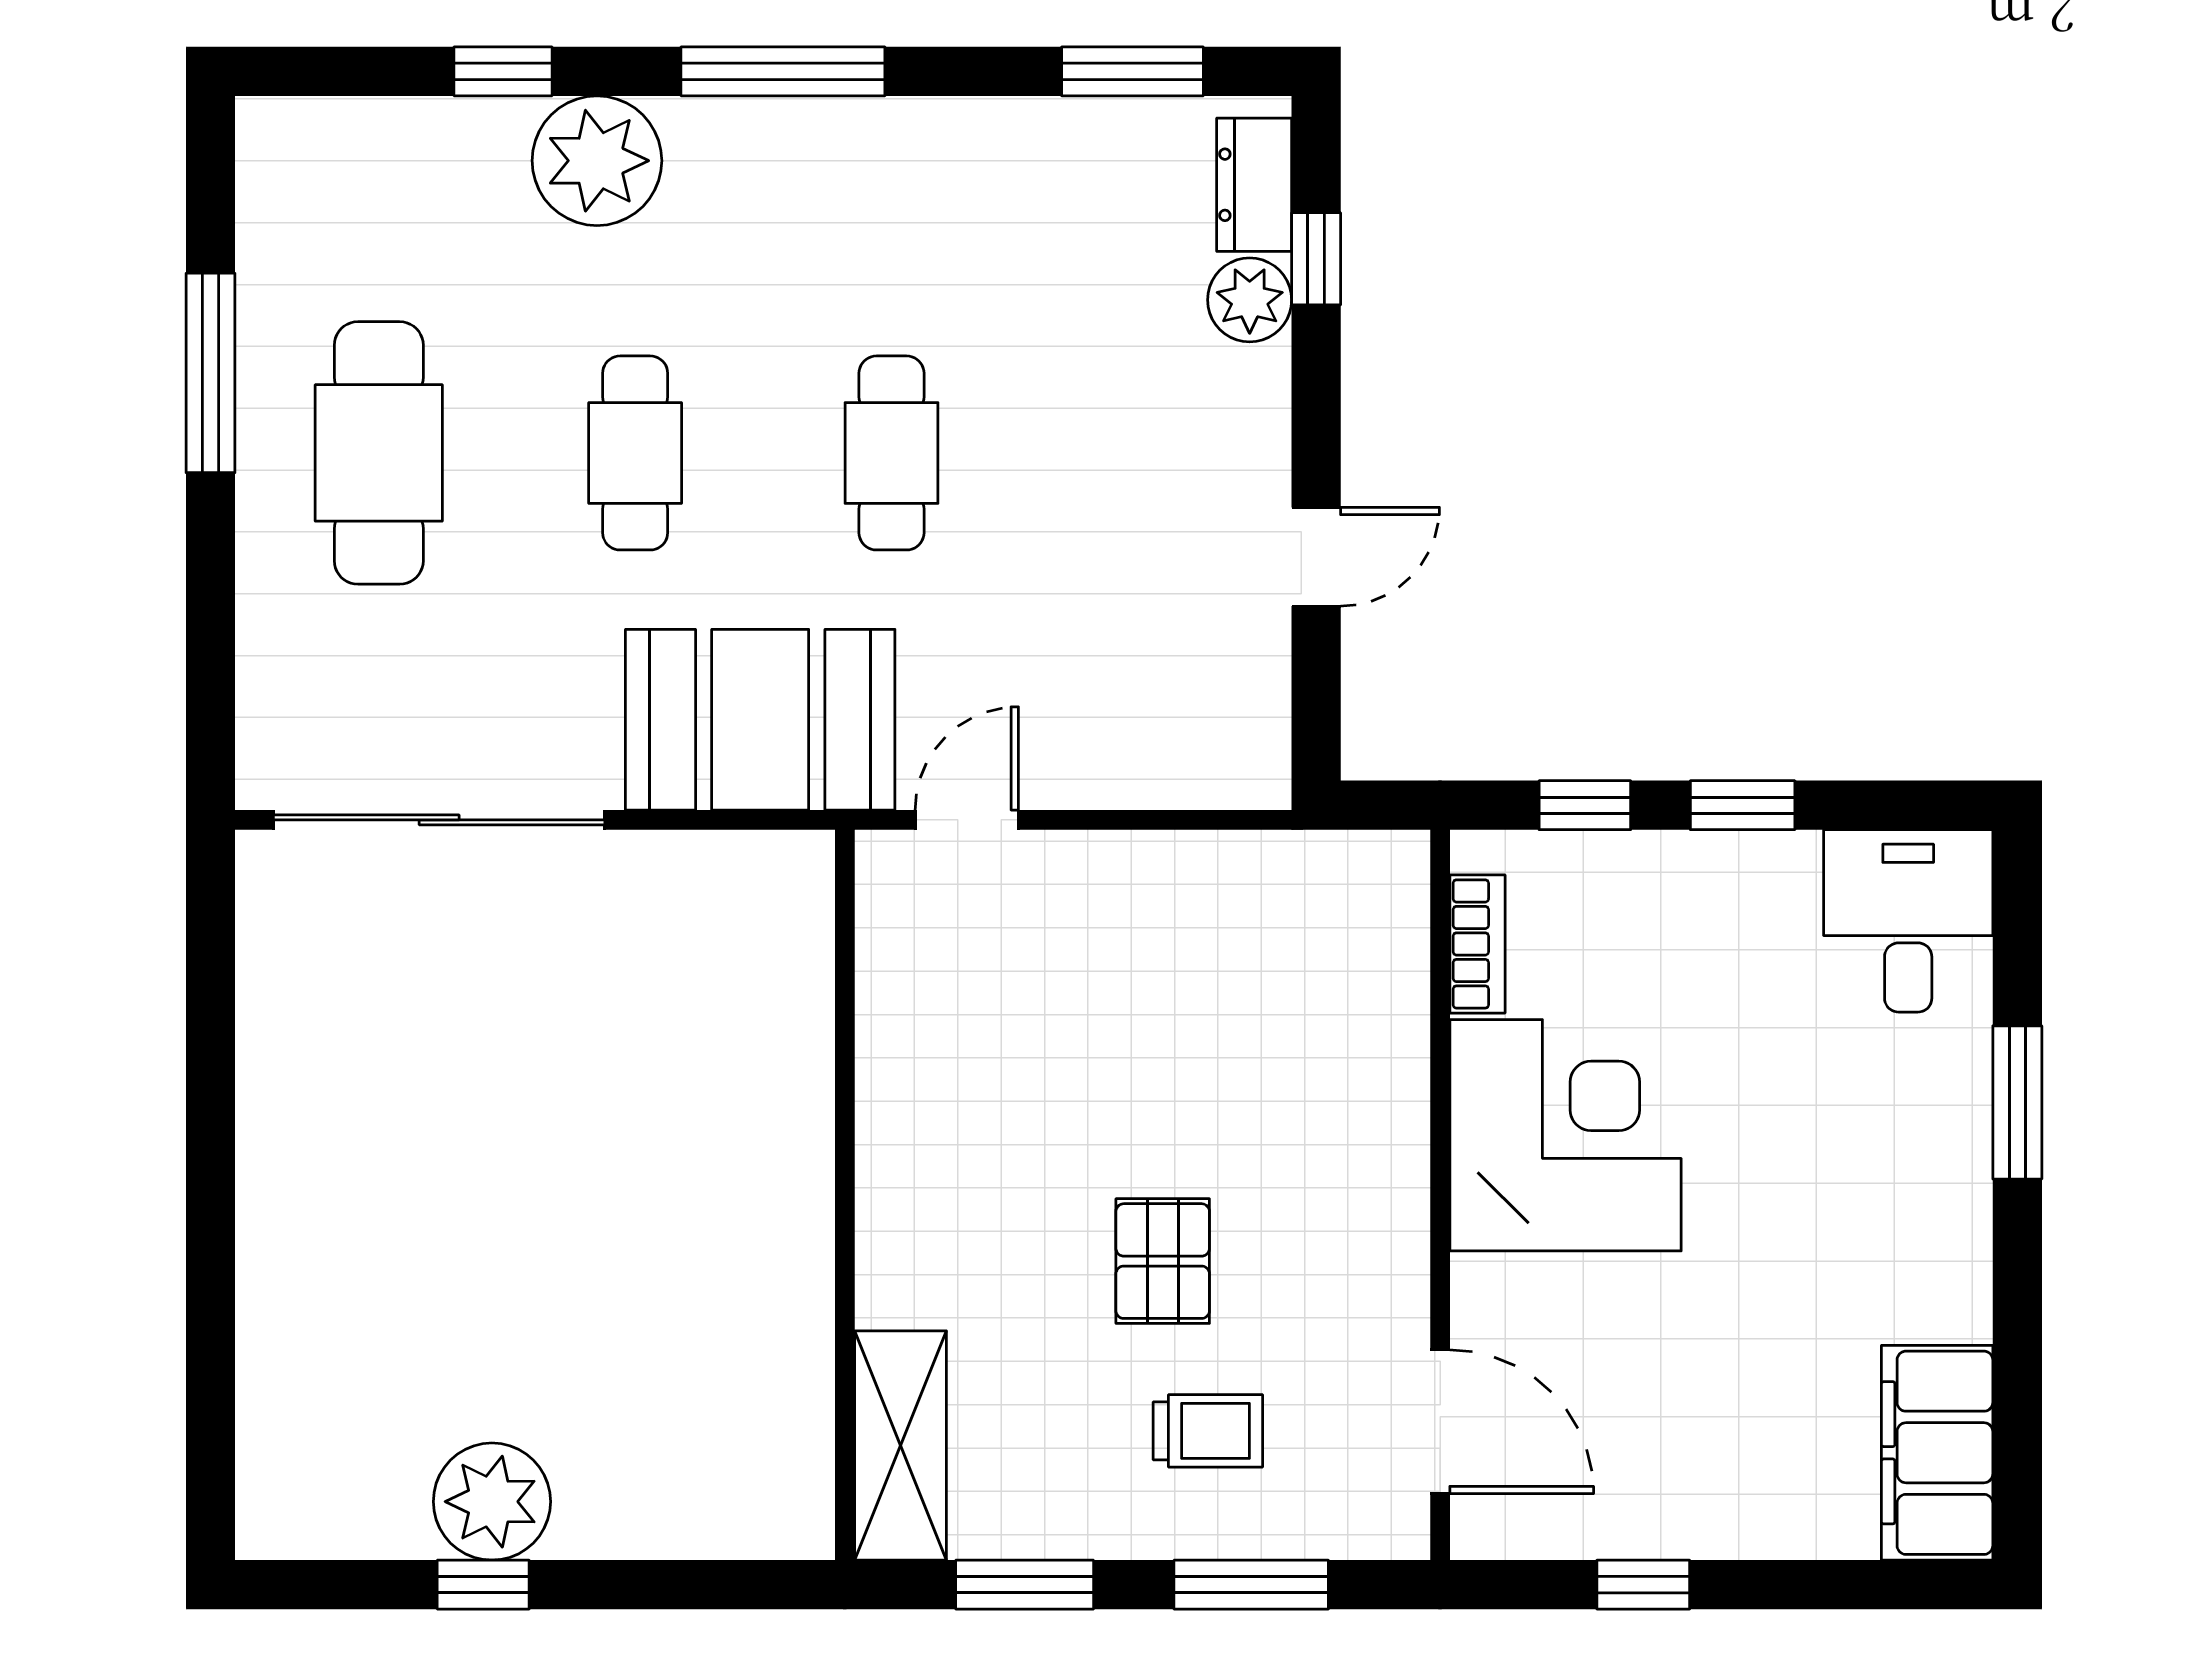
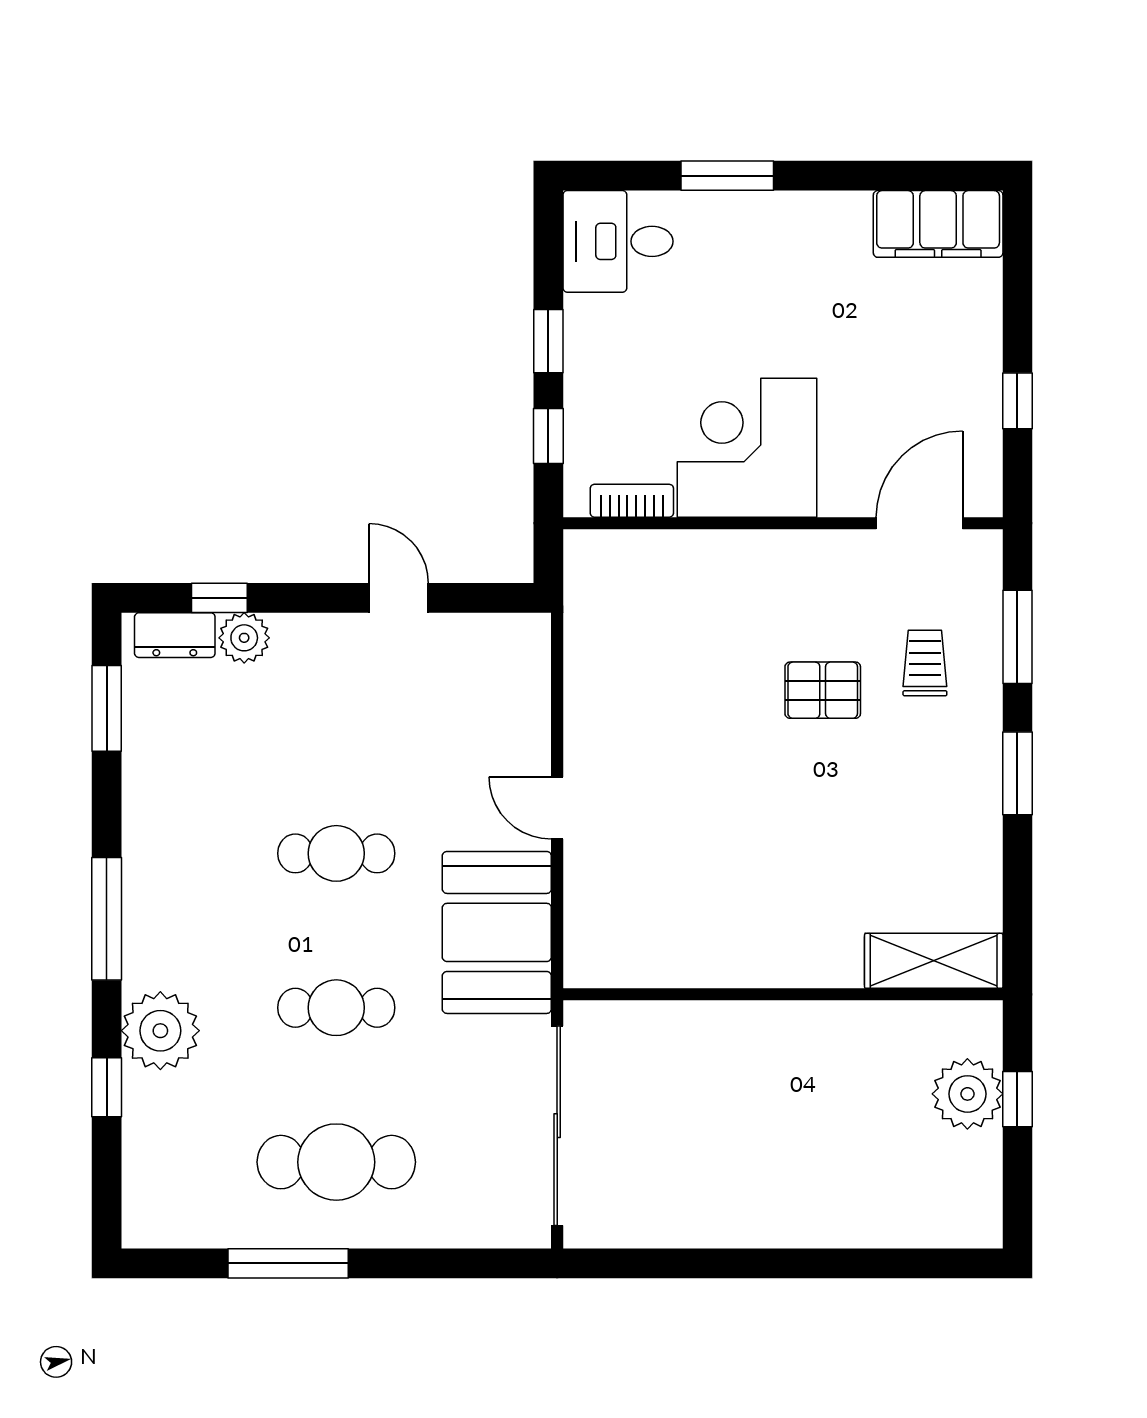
wall: (845, 1195) -> (783, 994), moved
shelving: (901, 1445) -> (934, 961), moved

